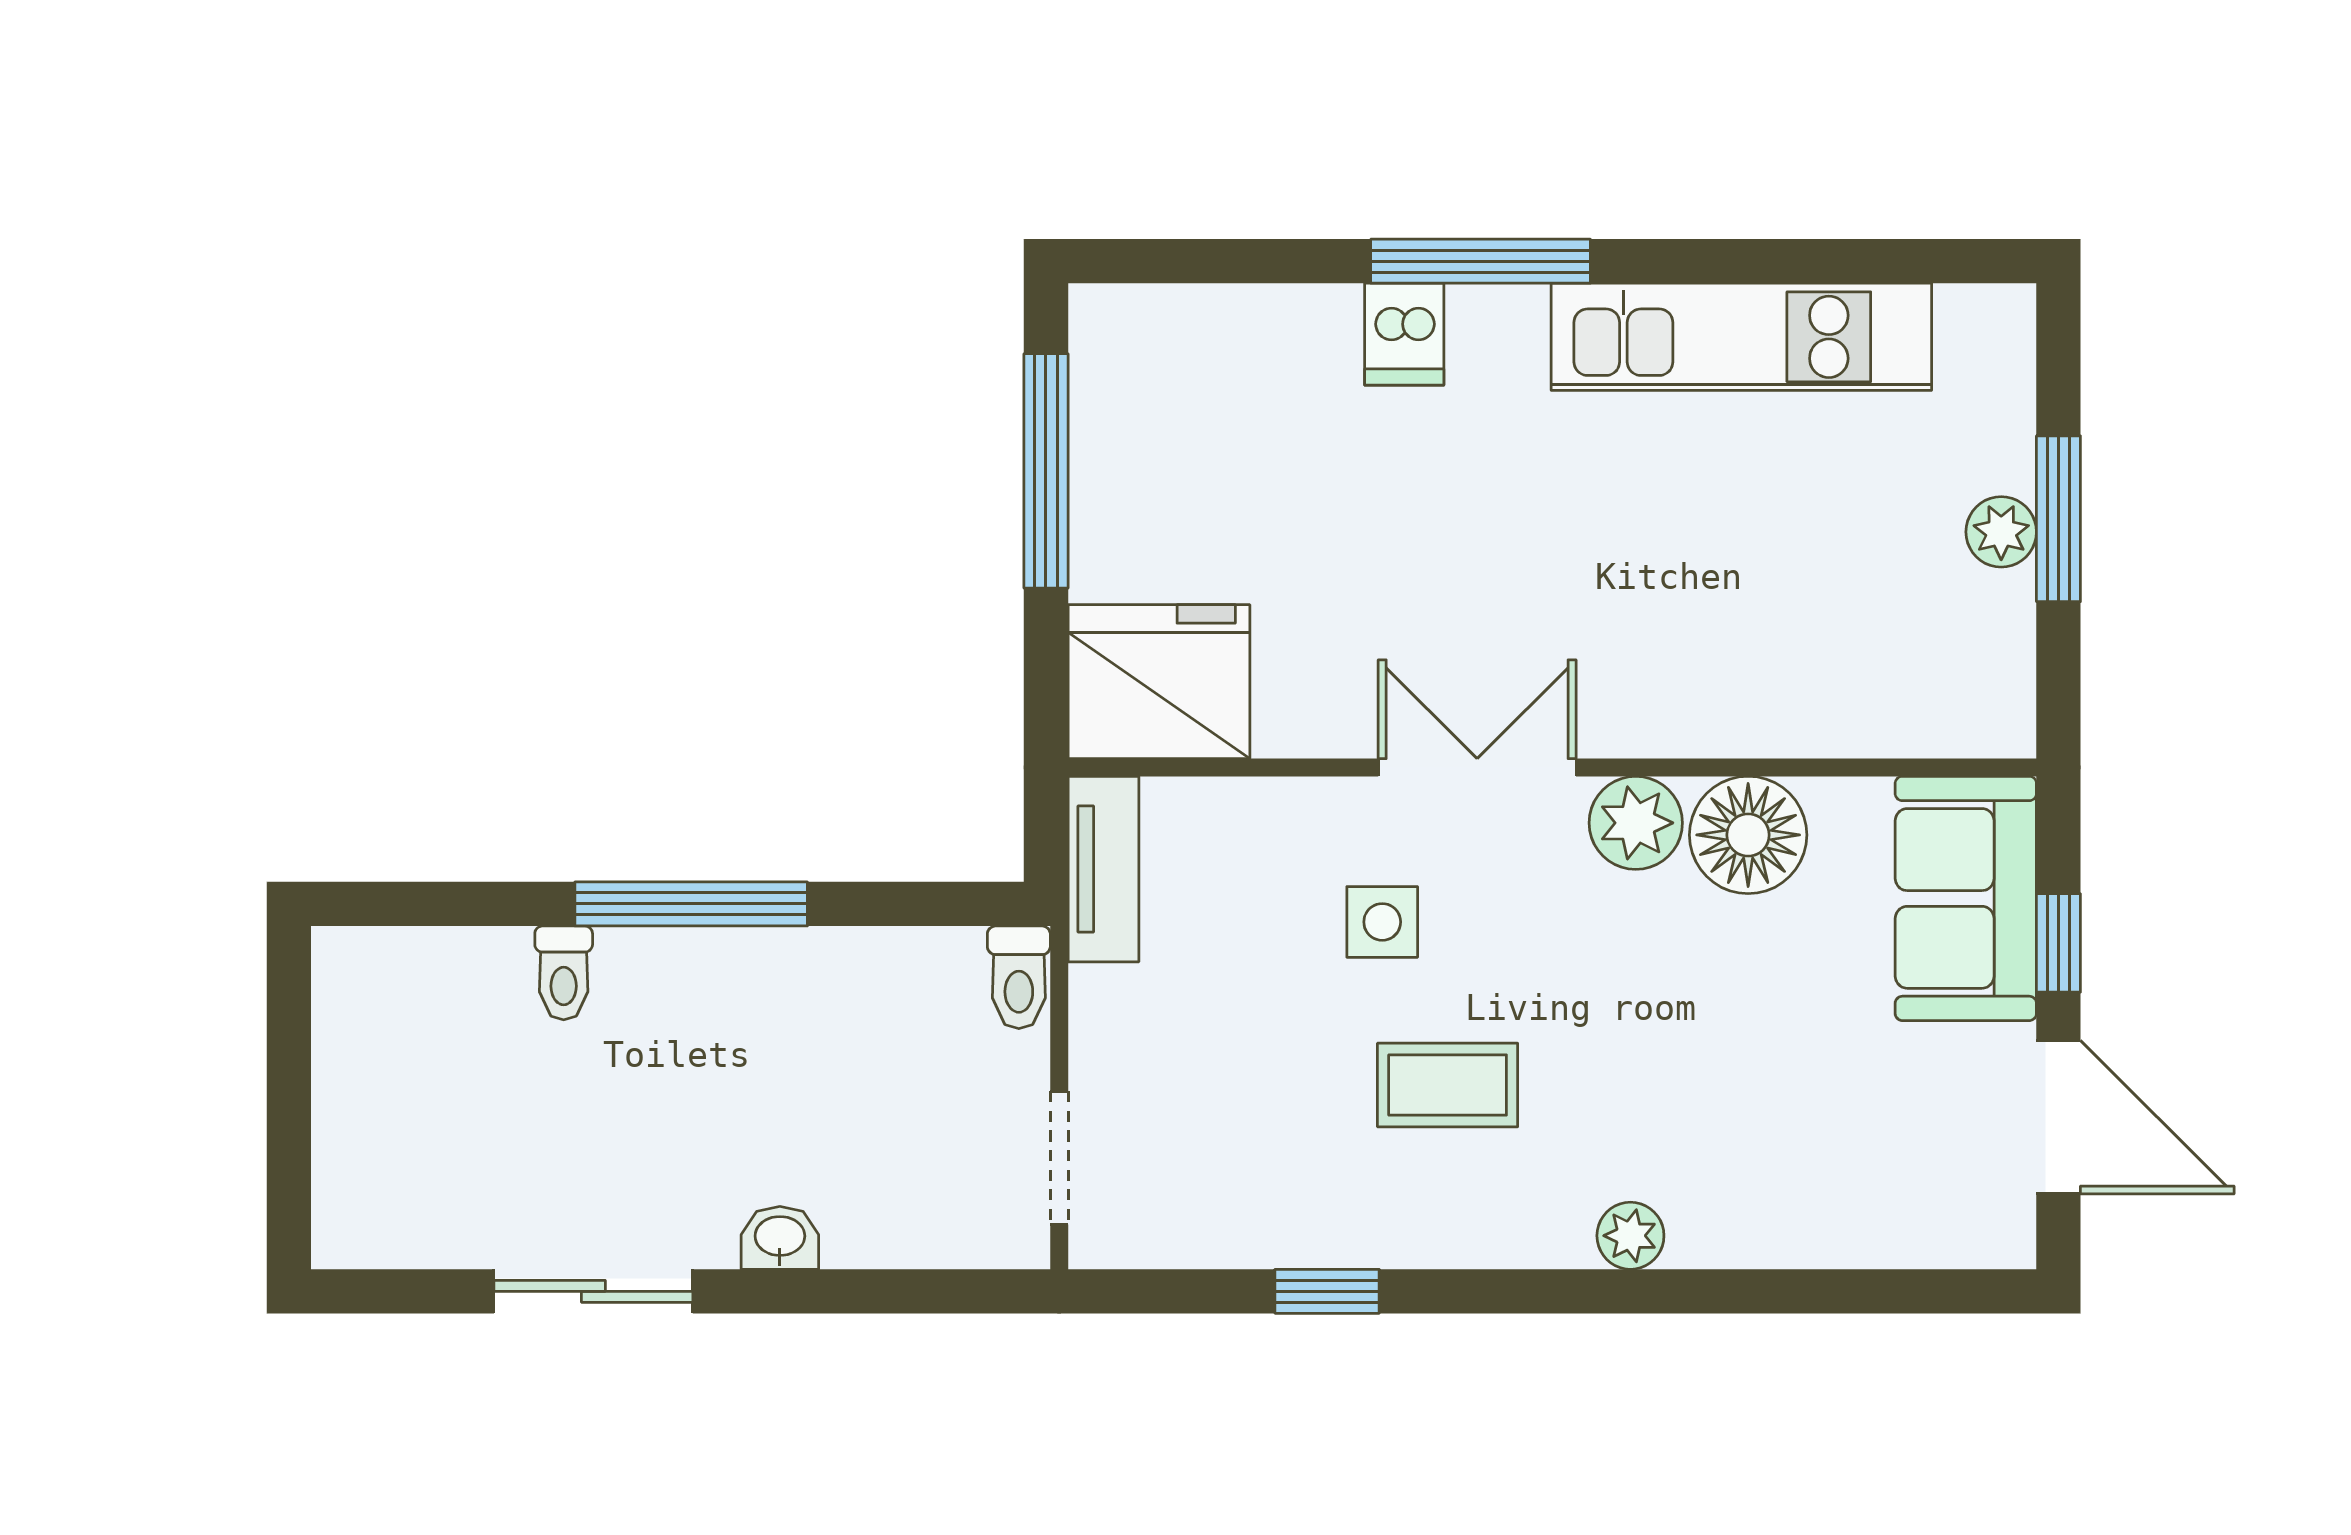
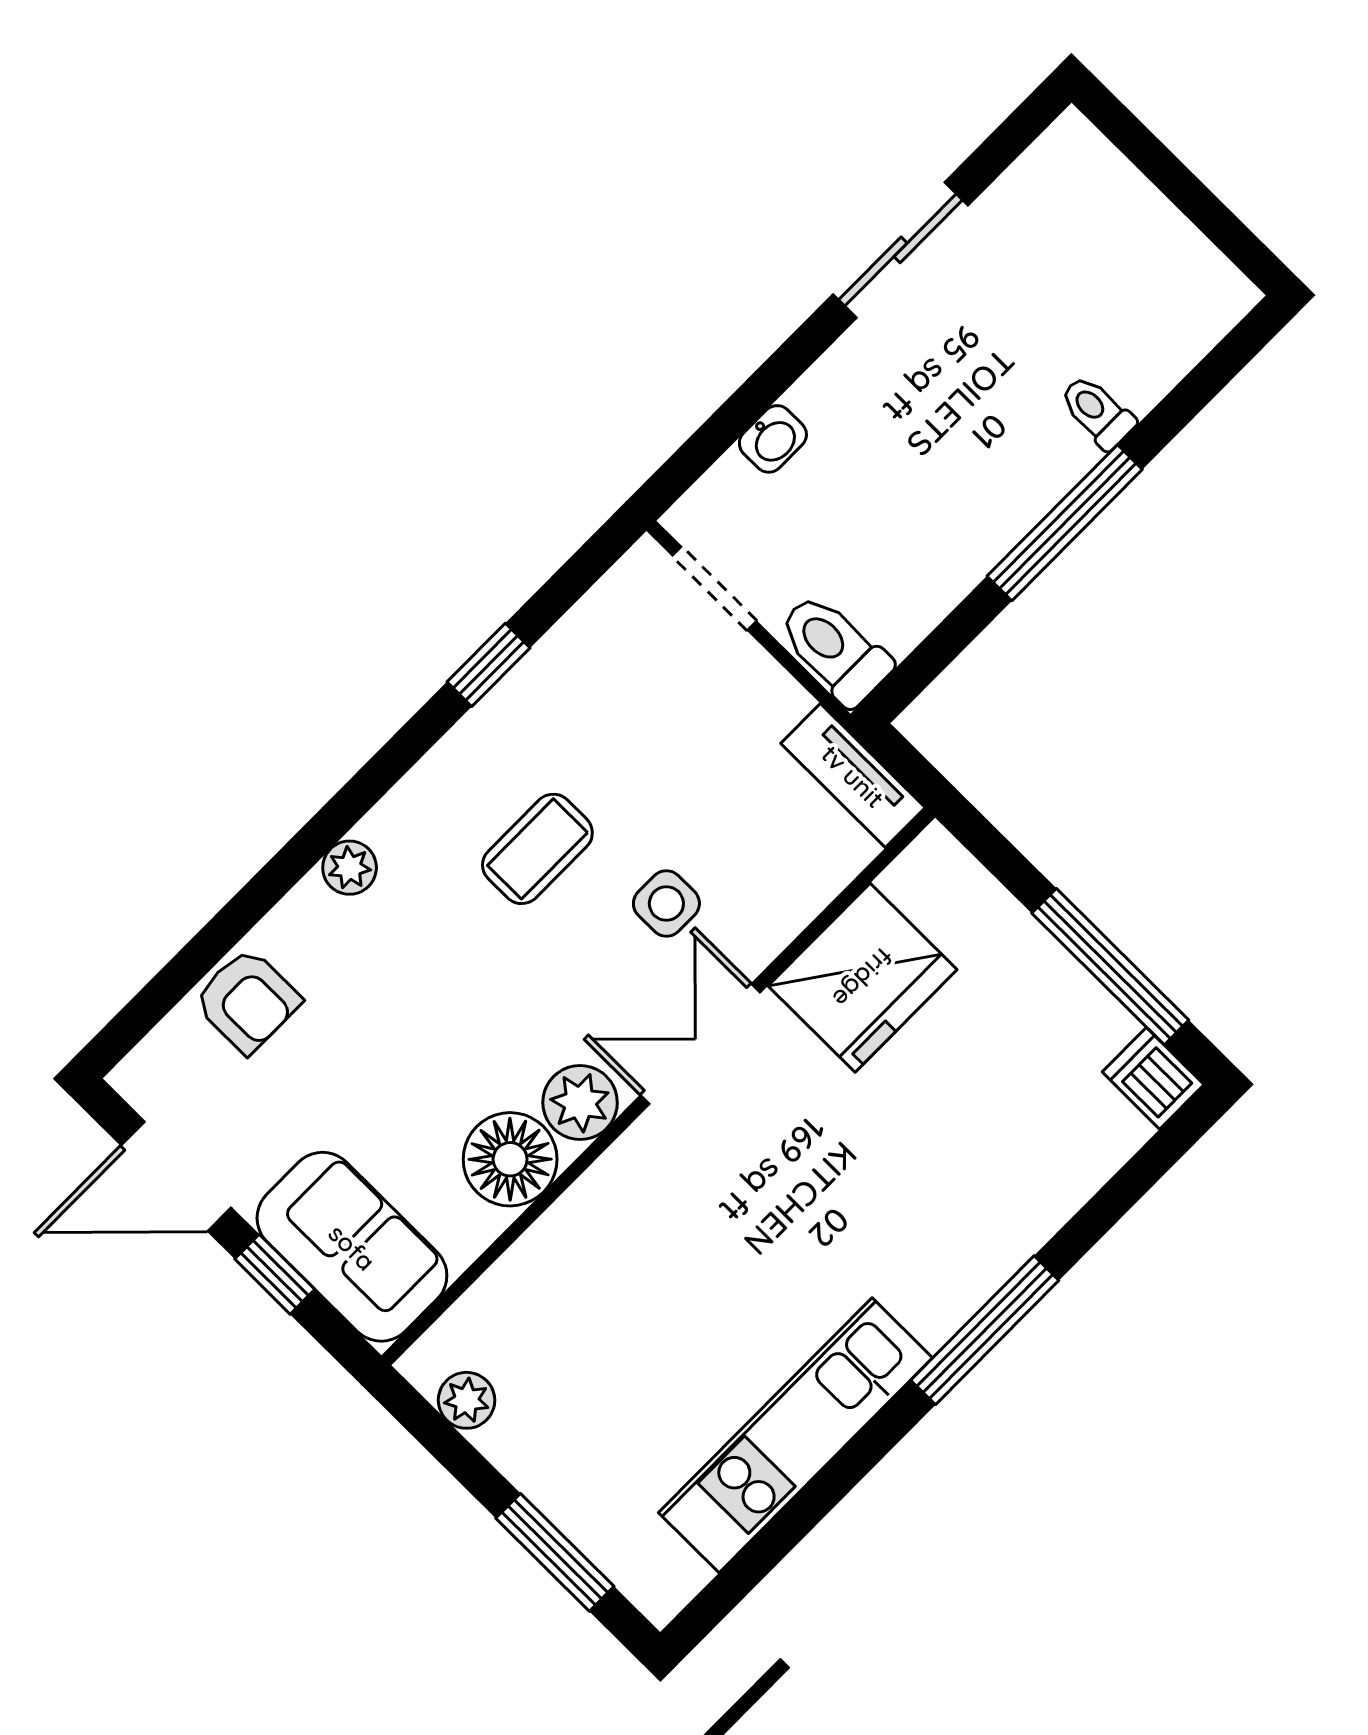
dishwasher: (1404, 334) -> (1153, 1078), moved
window: (2058, 519) -> (555, 1552), moved
plant: (2001, 532) -> (467, 1400), moved
fridge: (1159, 682) -> (863, 978), moved
double door: (1477, 767) -> (700, 1044), swing flipped
toilet: (1019, 977) -> (835, 649), width x1.37, depth x1.39
armchair: (1839, 1209) -> (247, 1001), added
washbasin: (780, 1238) -> (773, 439), moved

